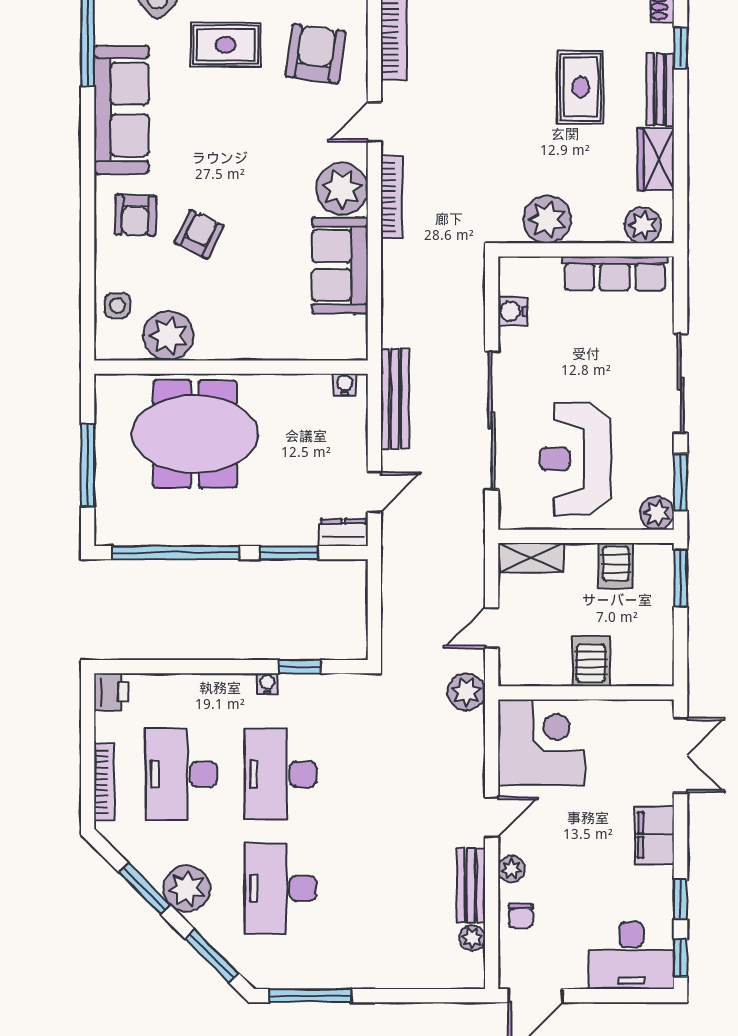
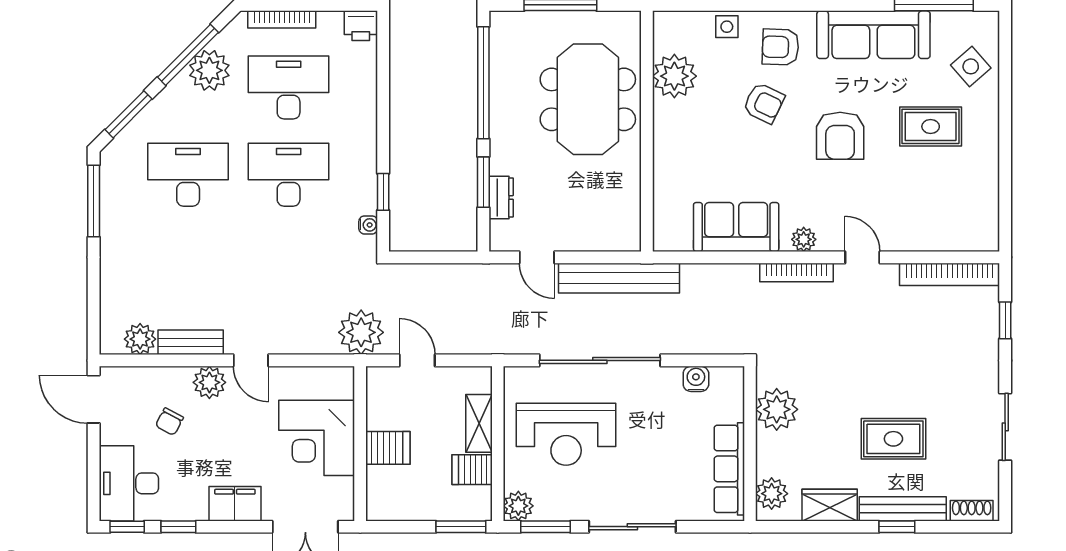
rug: (226, 45) -> (931, 126), turned 90
window: (681, 47) -> (897, 527), moved
armchair: (316, 54) -> (840, 136), moved, turned 82
bench: (660, 89) -> (903, 509), width x1.36
plant: (342, 189) -> (804, 239), width x0.53, depth x0.53
side table: (117, 306) -> (727, 27), moved
water cooler: (345, 385) -> (631, 231), removed
bench: (395, 399) -> (619, 278), width x1.37, depth x1.21
reception desk: (575, 459) -> (566, 434), turned 180
dresser: (343, 533) -> (501, 197), moved
shelving: (531, 558) -> (479, 423), moved
water cooler: (267, 684) -> (368, 225), moved
plant: (466, 692) -> (361, 332), width x1.36, depth x1.36
corner desk: (541, 742) -> (317, 438), moved, turned 90
plant: (511, 869) -> (209, 382), width x1.38, depth x1.38
window: (144, 888) -> (188, 55), width x1.44
plant: (187, 889) -> (209, 70), moved
chair: (521, 916) -> (169, 422), moved, turned -62
plant: (472, 938) -> (140, 339), width x1.38, depth x1.38

